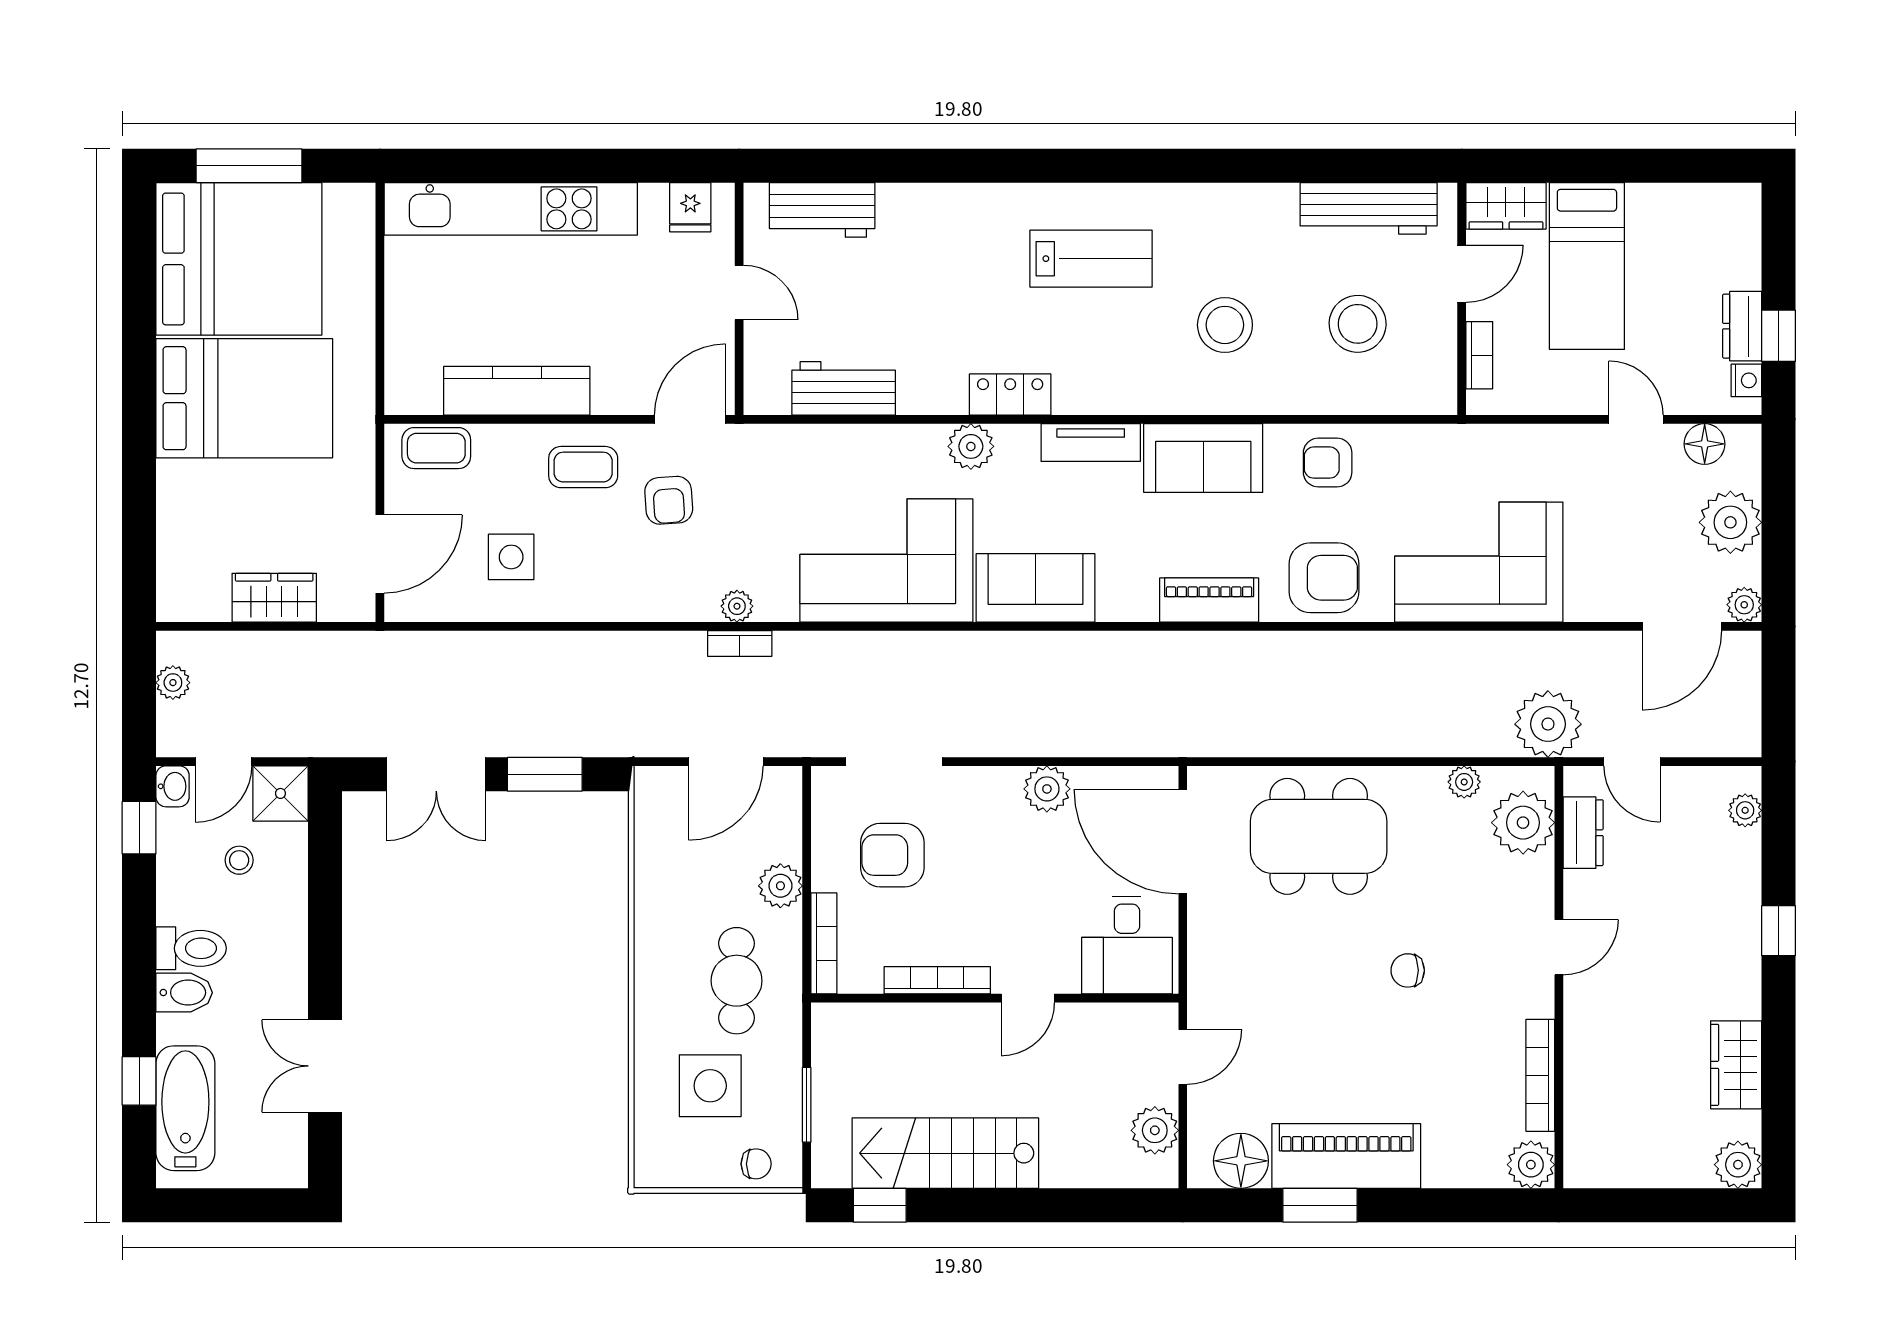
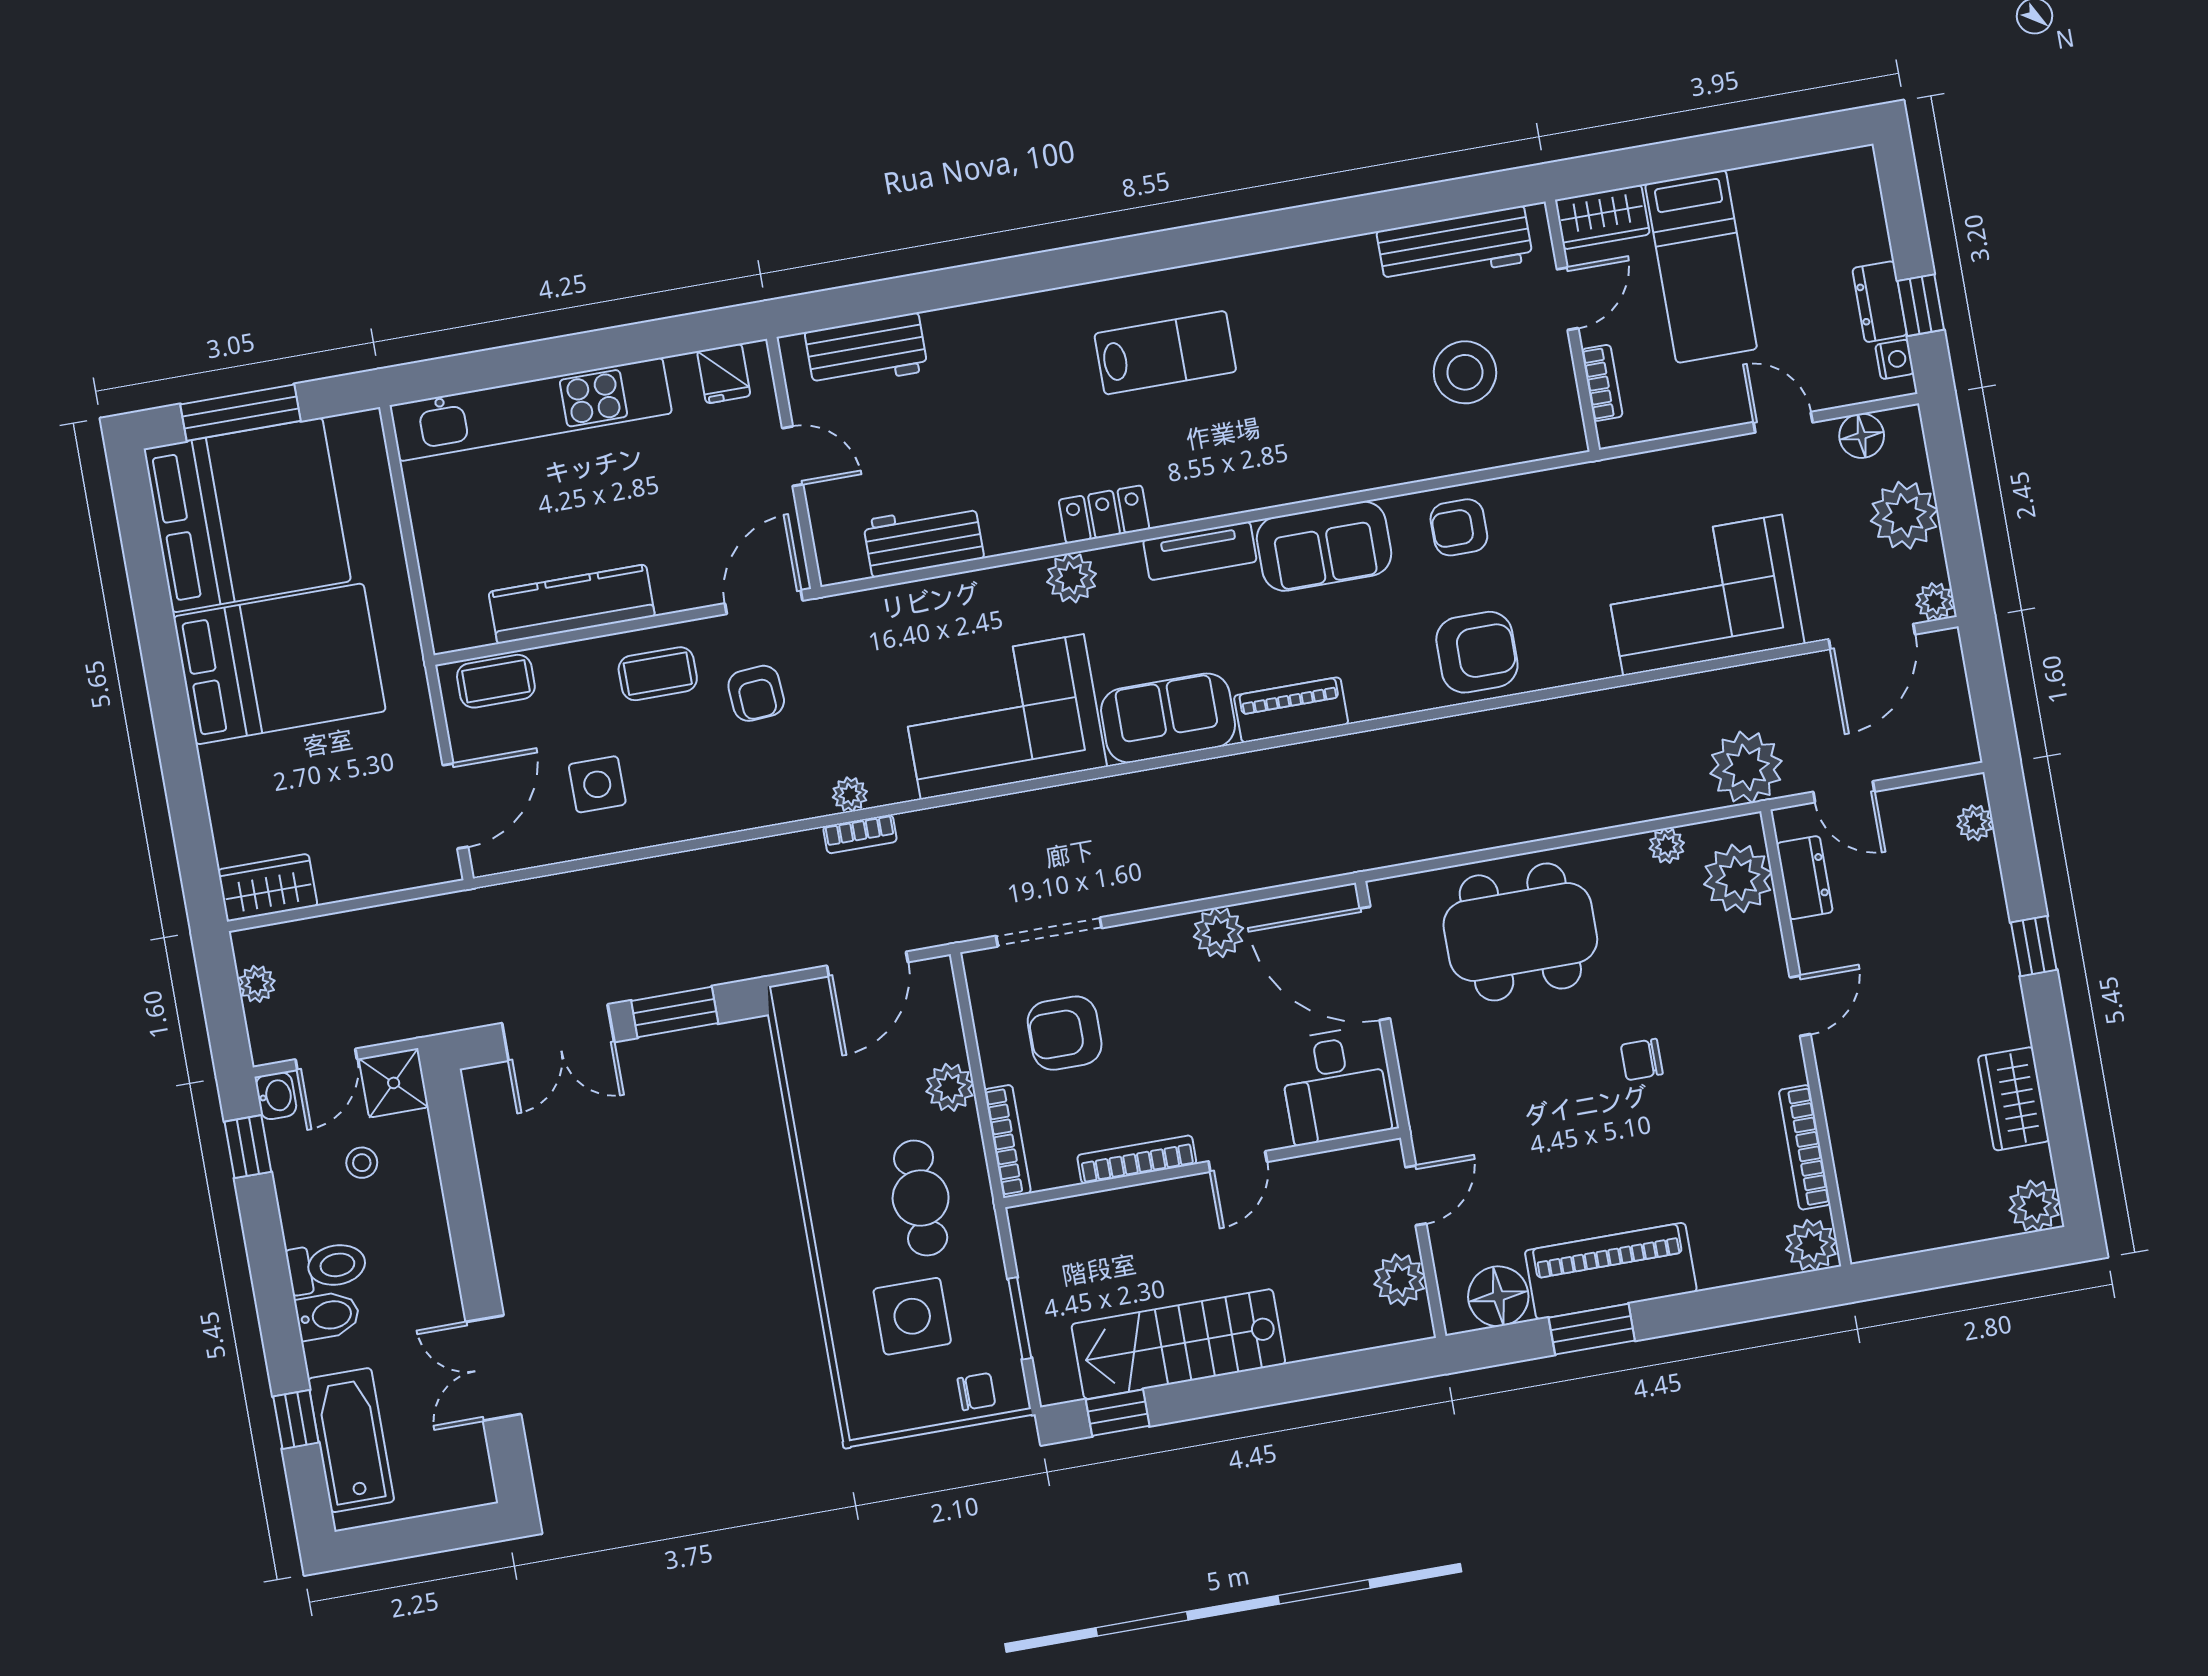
stool: (1225, 325) -> (1322, 399), removed
corner sofa: (1479, 562) -> (1703, 595), moved
wardrobe: (274, 598) -> (268, 888), moved
piano: (1209, 600) -> (1291, 710), moved

